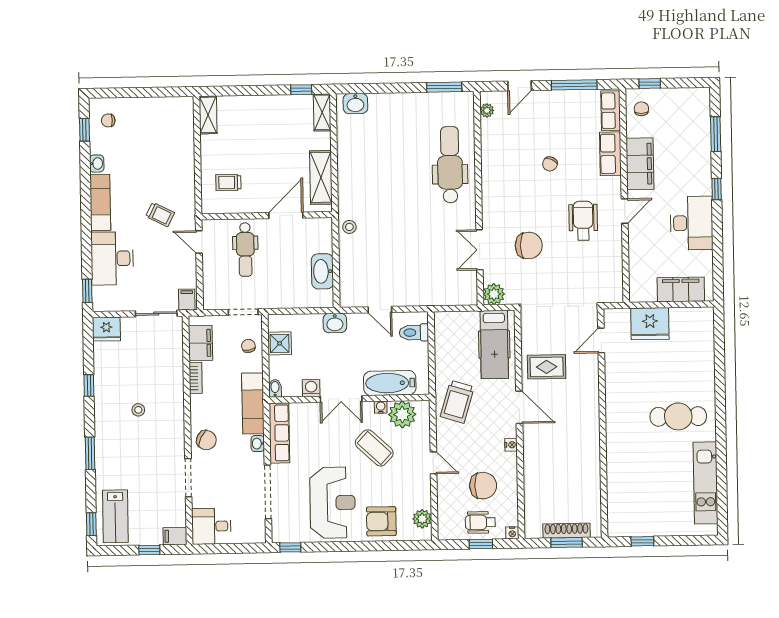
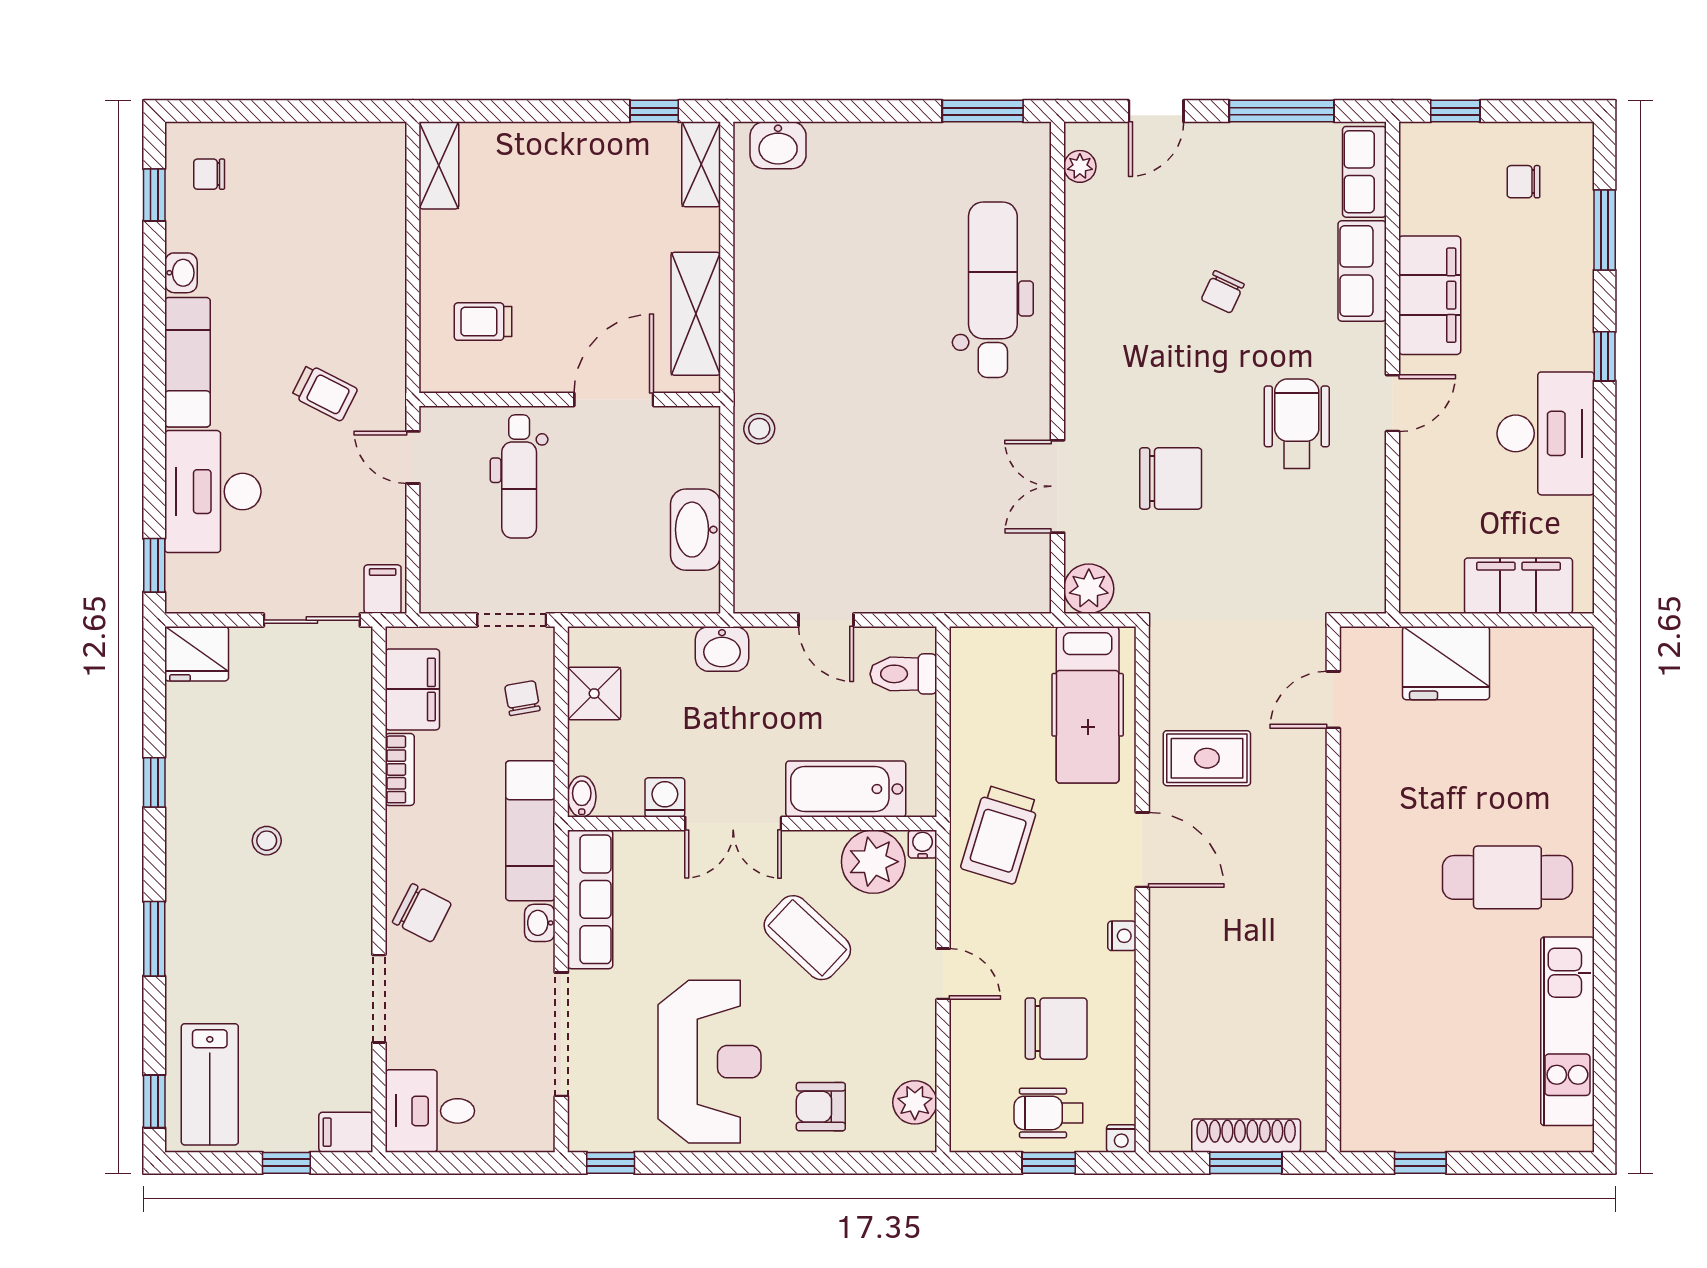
chair: (641, 109) -> (1523, 182), moved, turned -90
water cooler: (381, 407) -> (923, 844), moved
armchair: (381, 521) -> (821, 1107), width x0.72, depth x0.72

